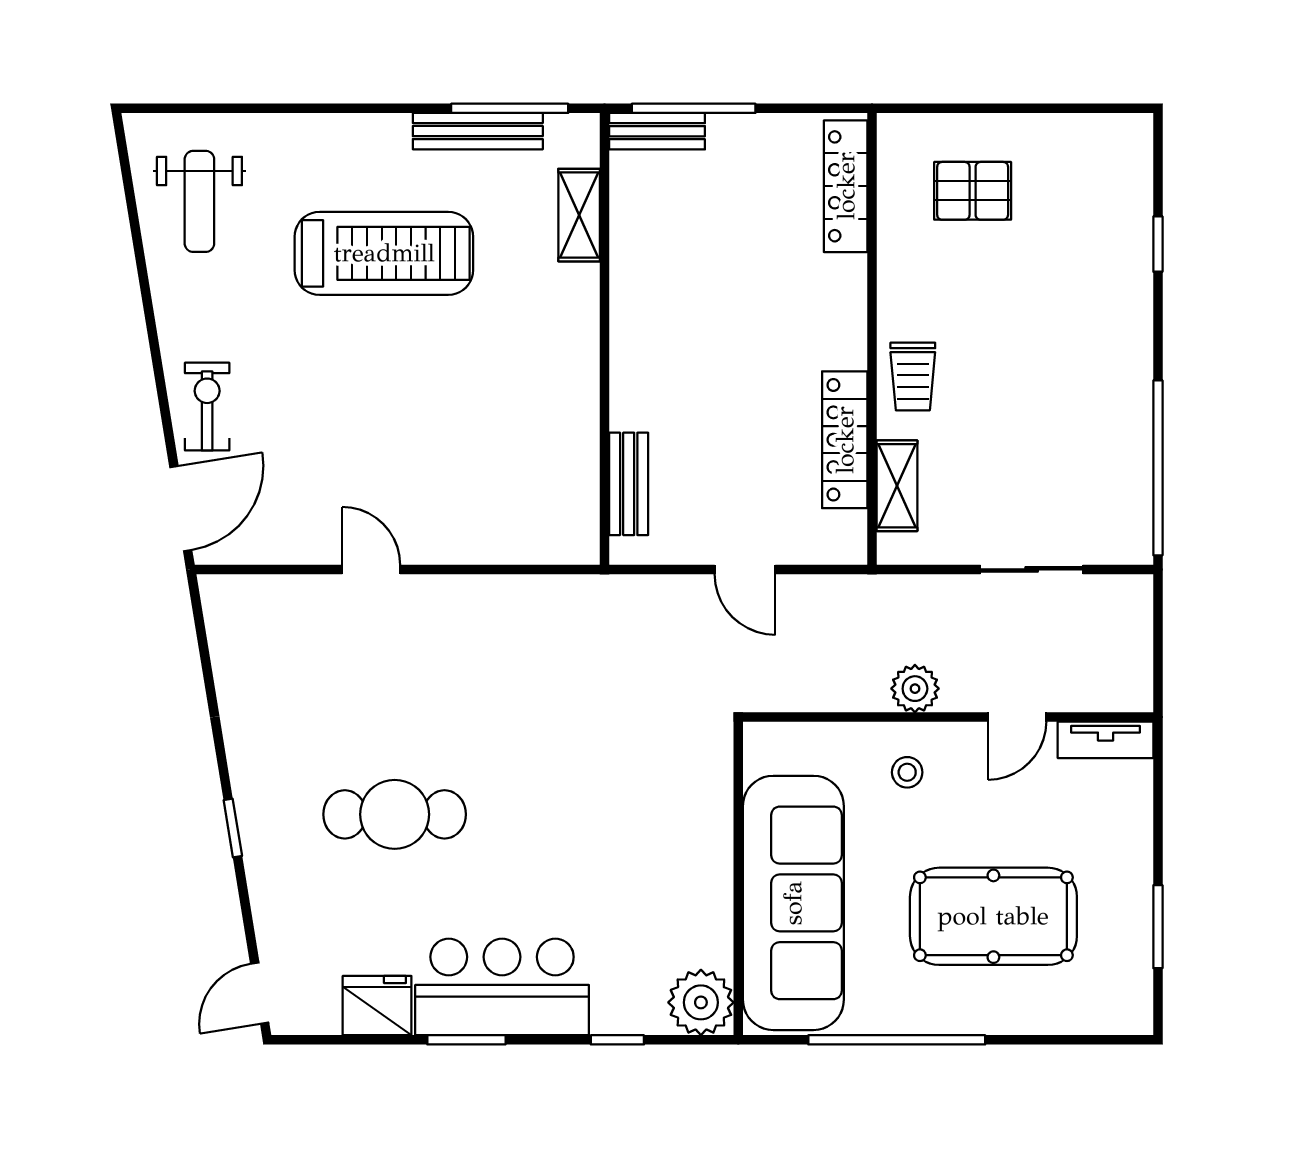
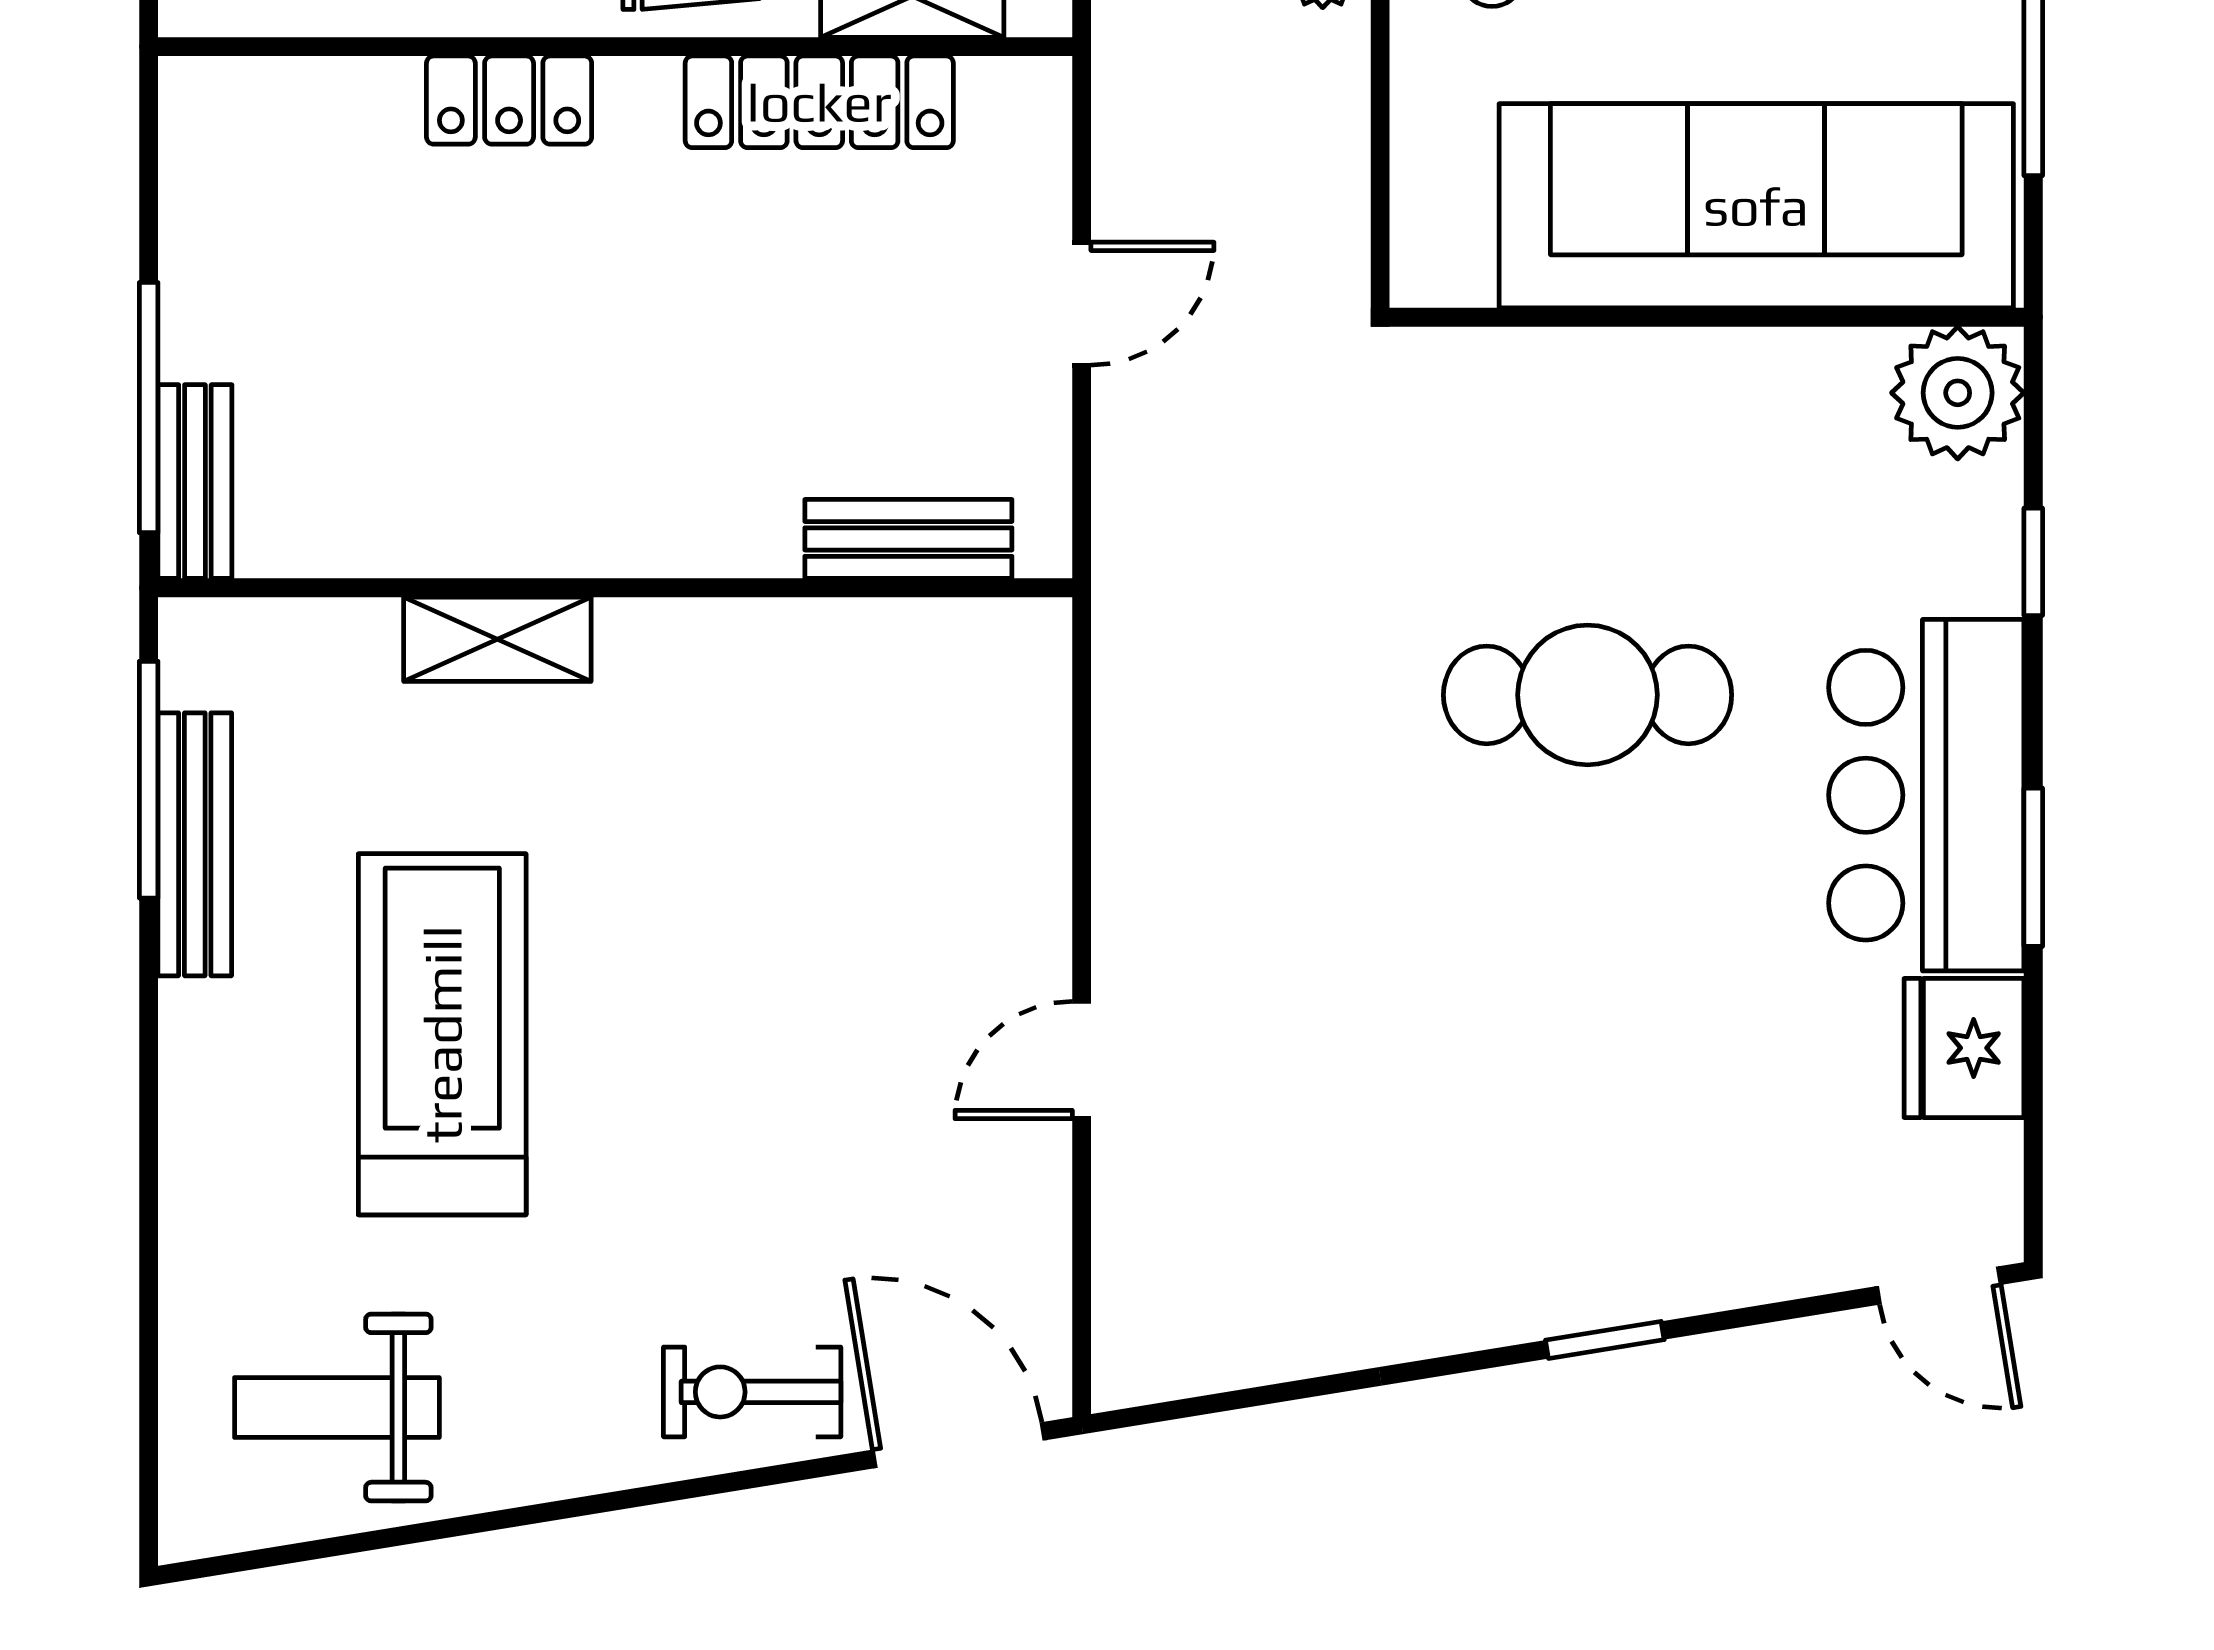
locker: (846, 186) -> (509, 100), moved, width x0.66
weight bench: (199, 201) -> (337, 1407), turned 180
shelving: (579, 215) -> (497, 639), moved
cafe table: (395, 814) -> (1588, 695), moved, turned 90

